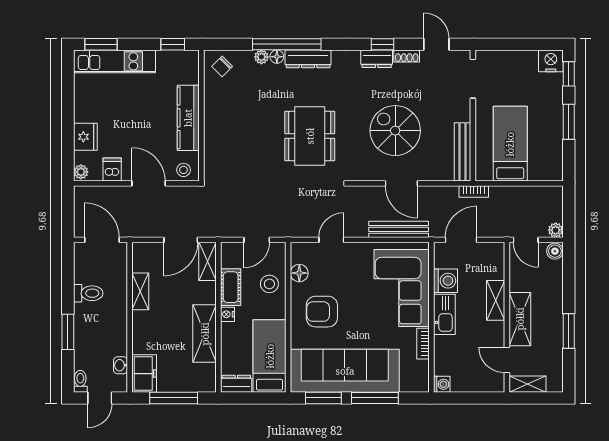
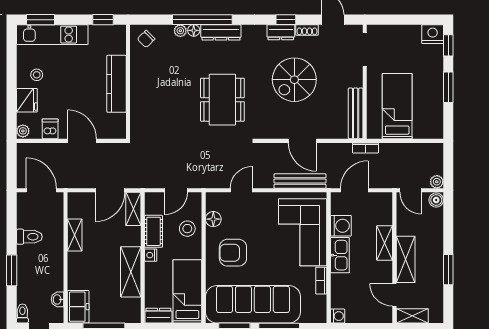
spiral stairs: (395, 131) -> (294, 80), moved, turned -90
stool: (184, 170) -> (37, 75), moved

